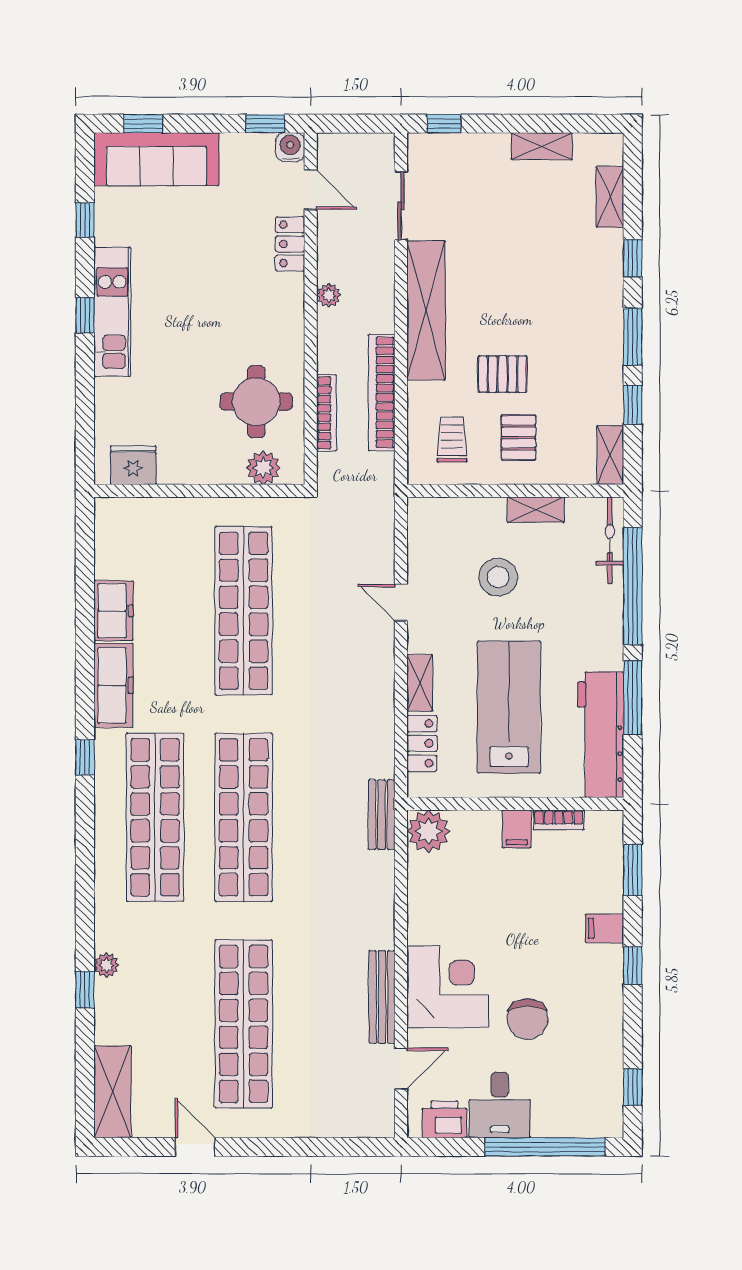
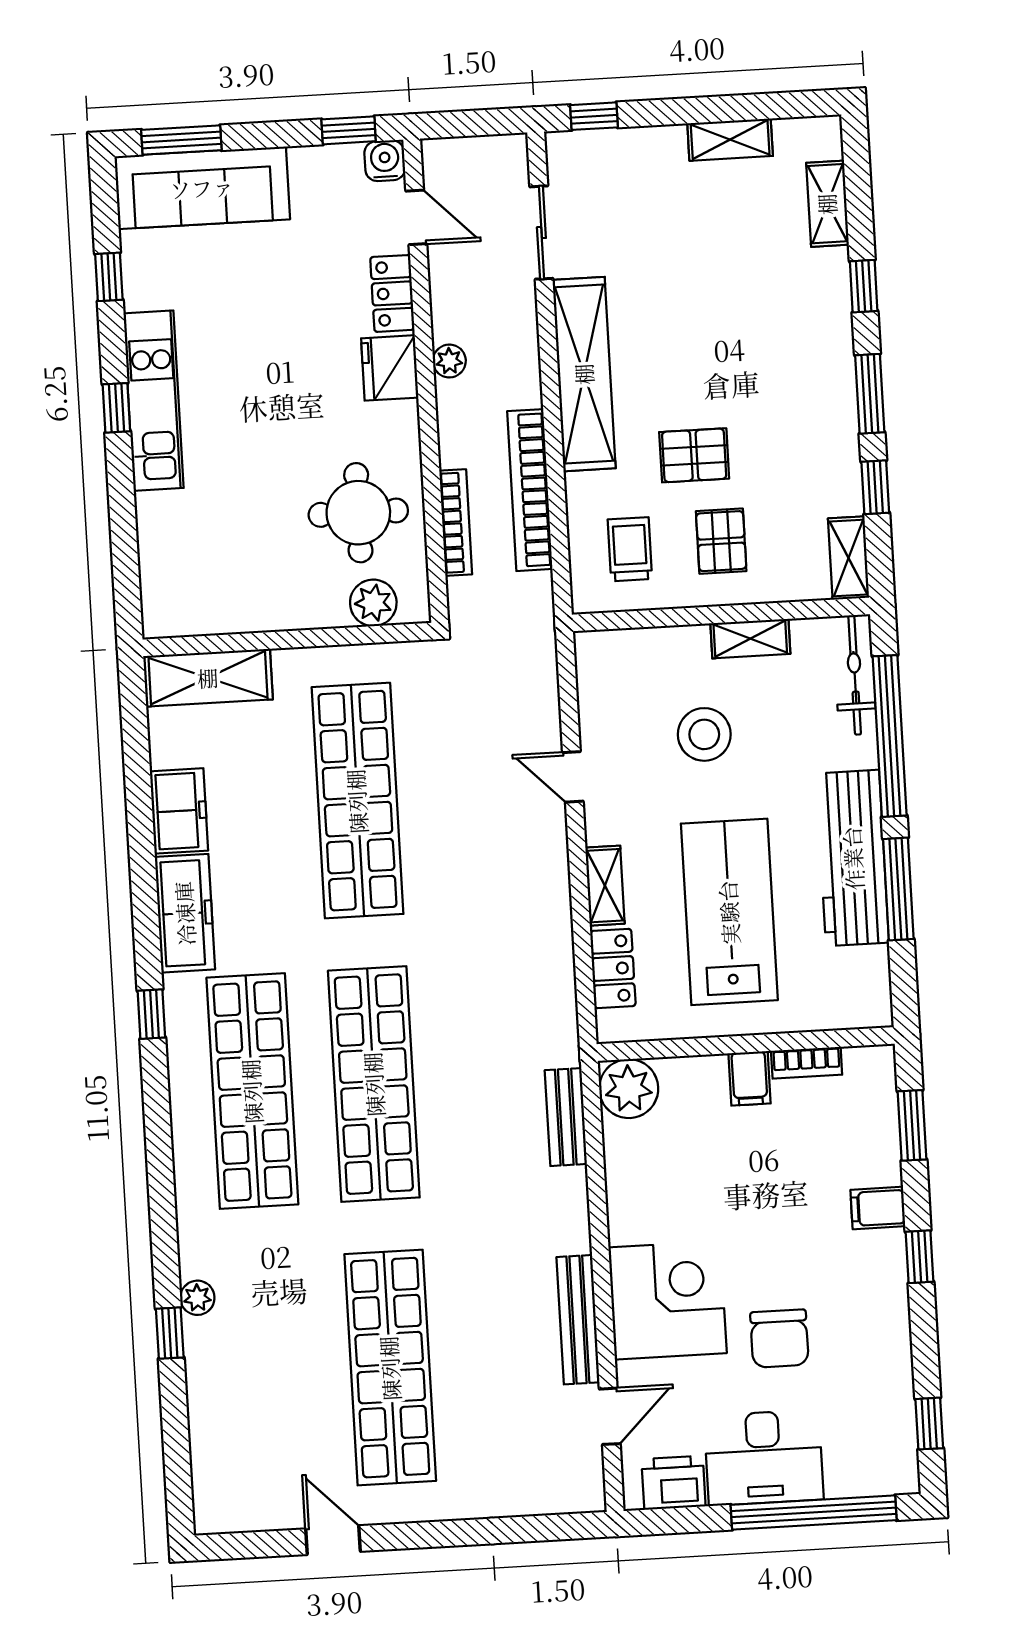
window: (143, 124) -> (181, 140), width x1.50
fridge: (133, 465) -> (390, 368), moved, turned -90
workbench: (601, 735) -> (853, 858), moved
bench: (382, 815) -> (566, 1117), moved
shelving: (112, 1092) -> (208, 678), moved, turned 90
desk: (500, 1105) -> (764, 1458), width x1.37

